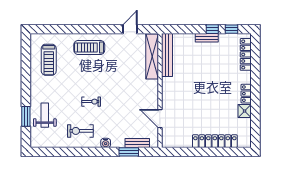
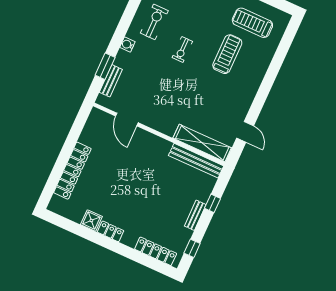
window: (212, 29) -> (213, 203), moved
treadmill: (89, 47) -> (227, 54), moved
door: (160, 119) -> (127, 119), swing flipped

